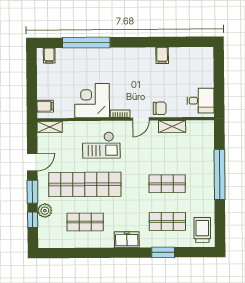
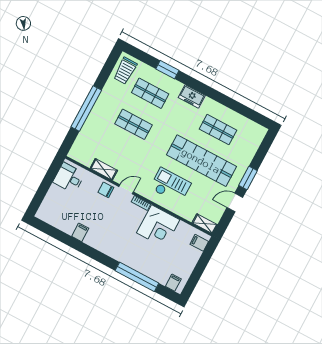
plant: (45, 211) -> (246, 157), removed
window: (33, 220) -> (260, 155), removed

